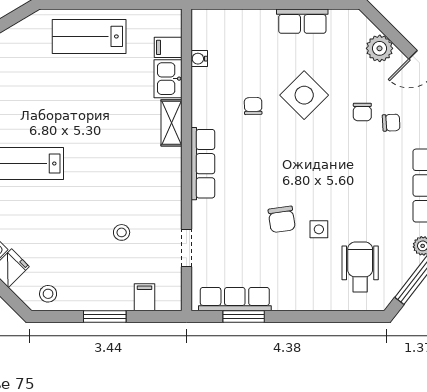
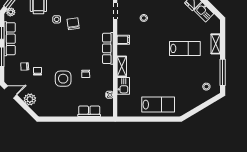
row of seats: (302, 21) -> (89, 111), moved
filing cabinet: (168, 47) -> (123, 40), moved
side table: (304, 95) -> (63, 79), turned 45

